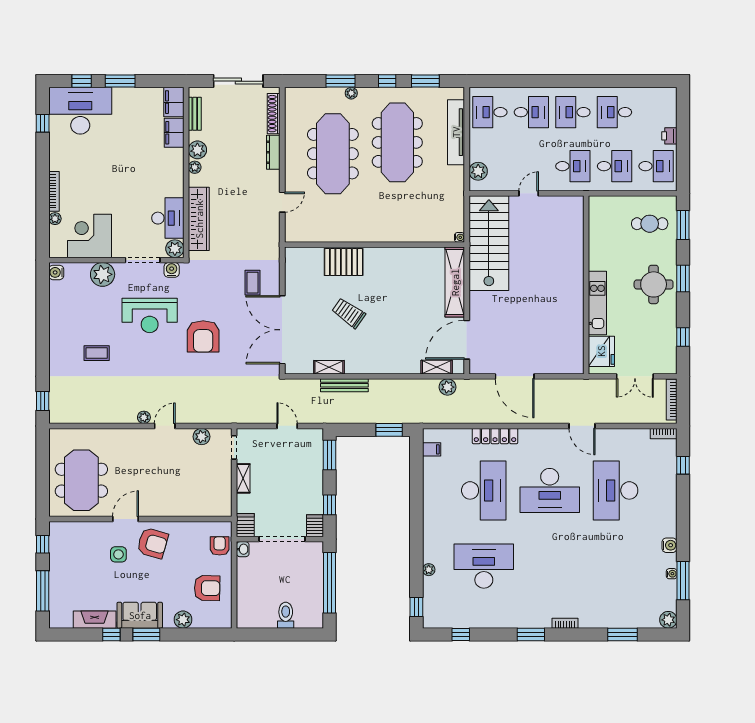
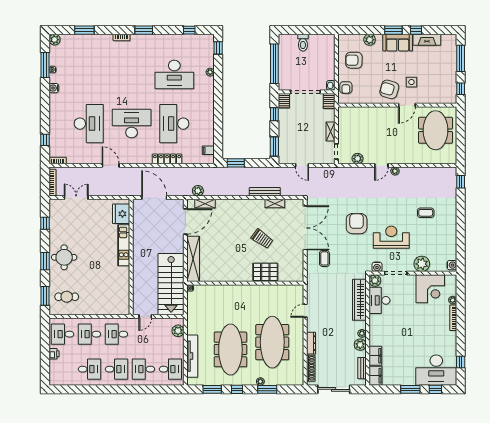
wall: (586, 285) -> (131, 257), moved
kitchen unit: (597, 303) -> (124, 245), moved
fridge: (601, 351) -> (121, 214), moved

